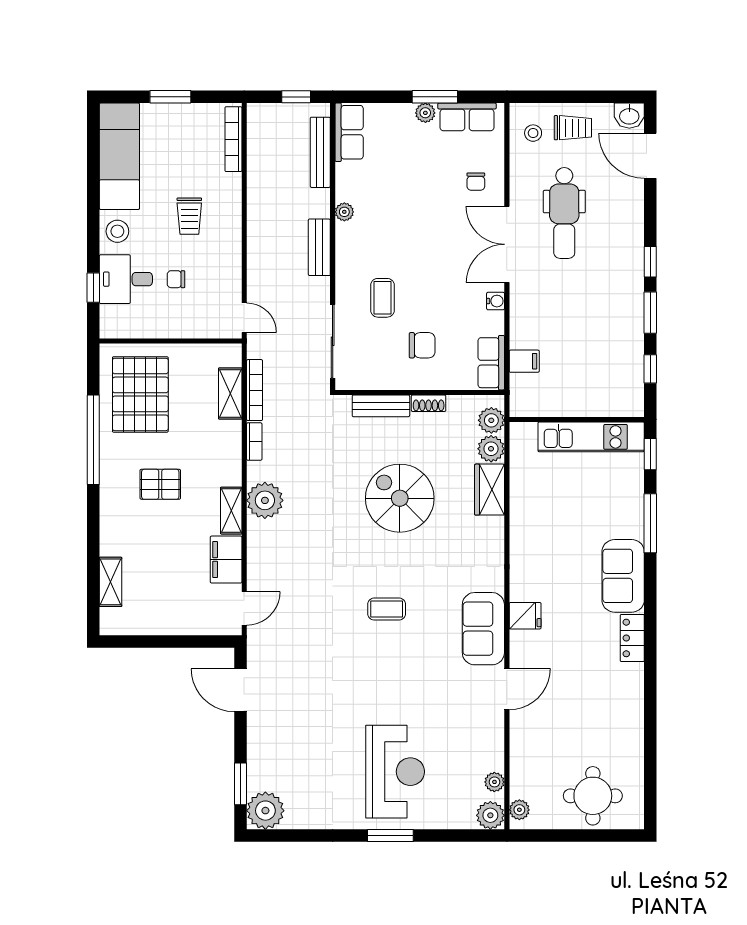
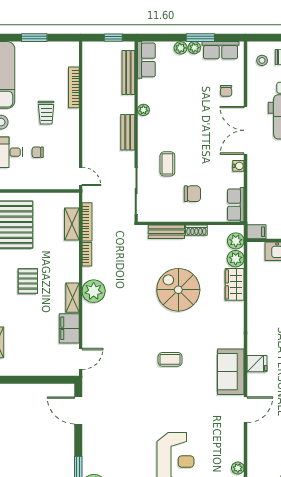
plant: (403, 113) -> (181, 48), added
bookcase: (233, 139) -> (74, 87), moved
filing cabinet: (524, 361) -> (256, 232), moved
pallet: (160, 484) -> (28, 281), turned 90

